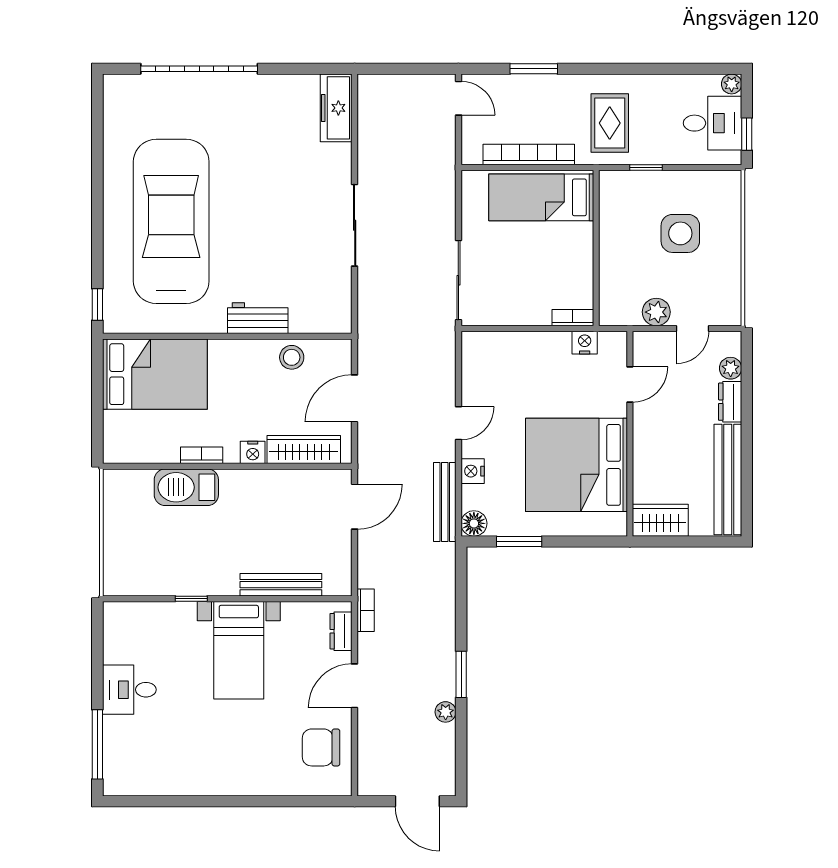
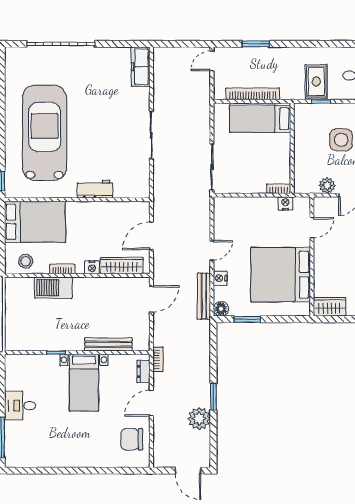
door: (458, 98) -> (212, 61), swing flipped
rug: (610, 123) -> (316, 82), moved
stool: (292, 357) -> (26, 261), moved
plant: (446, 712) -> (199, 419), width x1.88, depth x1.88

